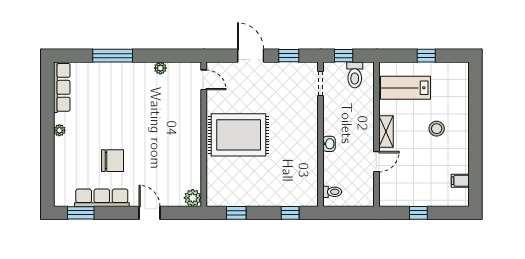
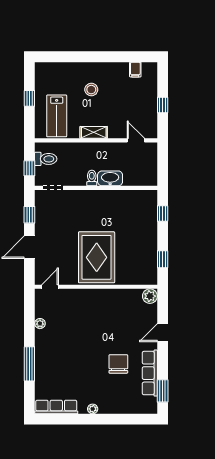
washbasin: (329, 144) -> (110, 178), width x1.91, depth x1.45
door: (376, 162) -> (136, 140), moved
toilet: (332, 192) -> (92, 178), moved

